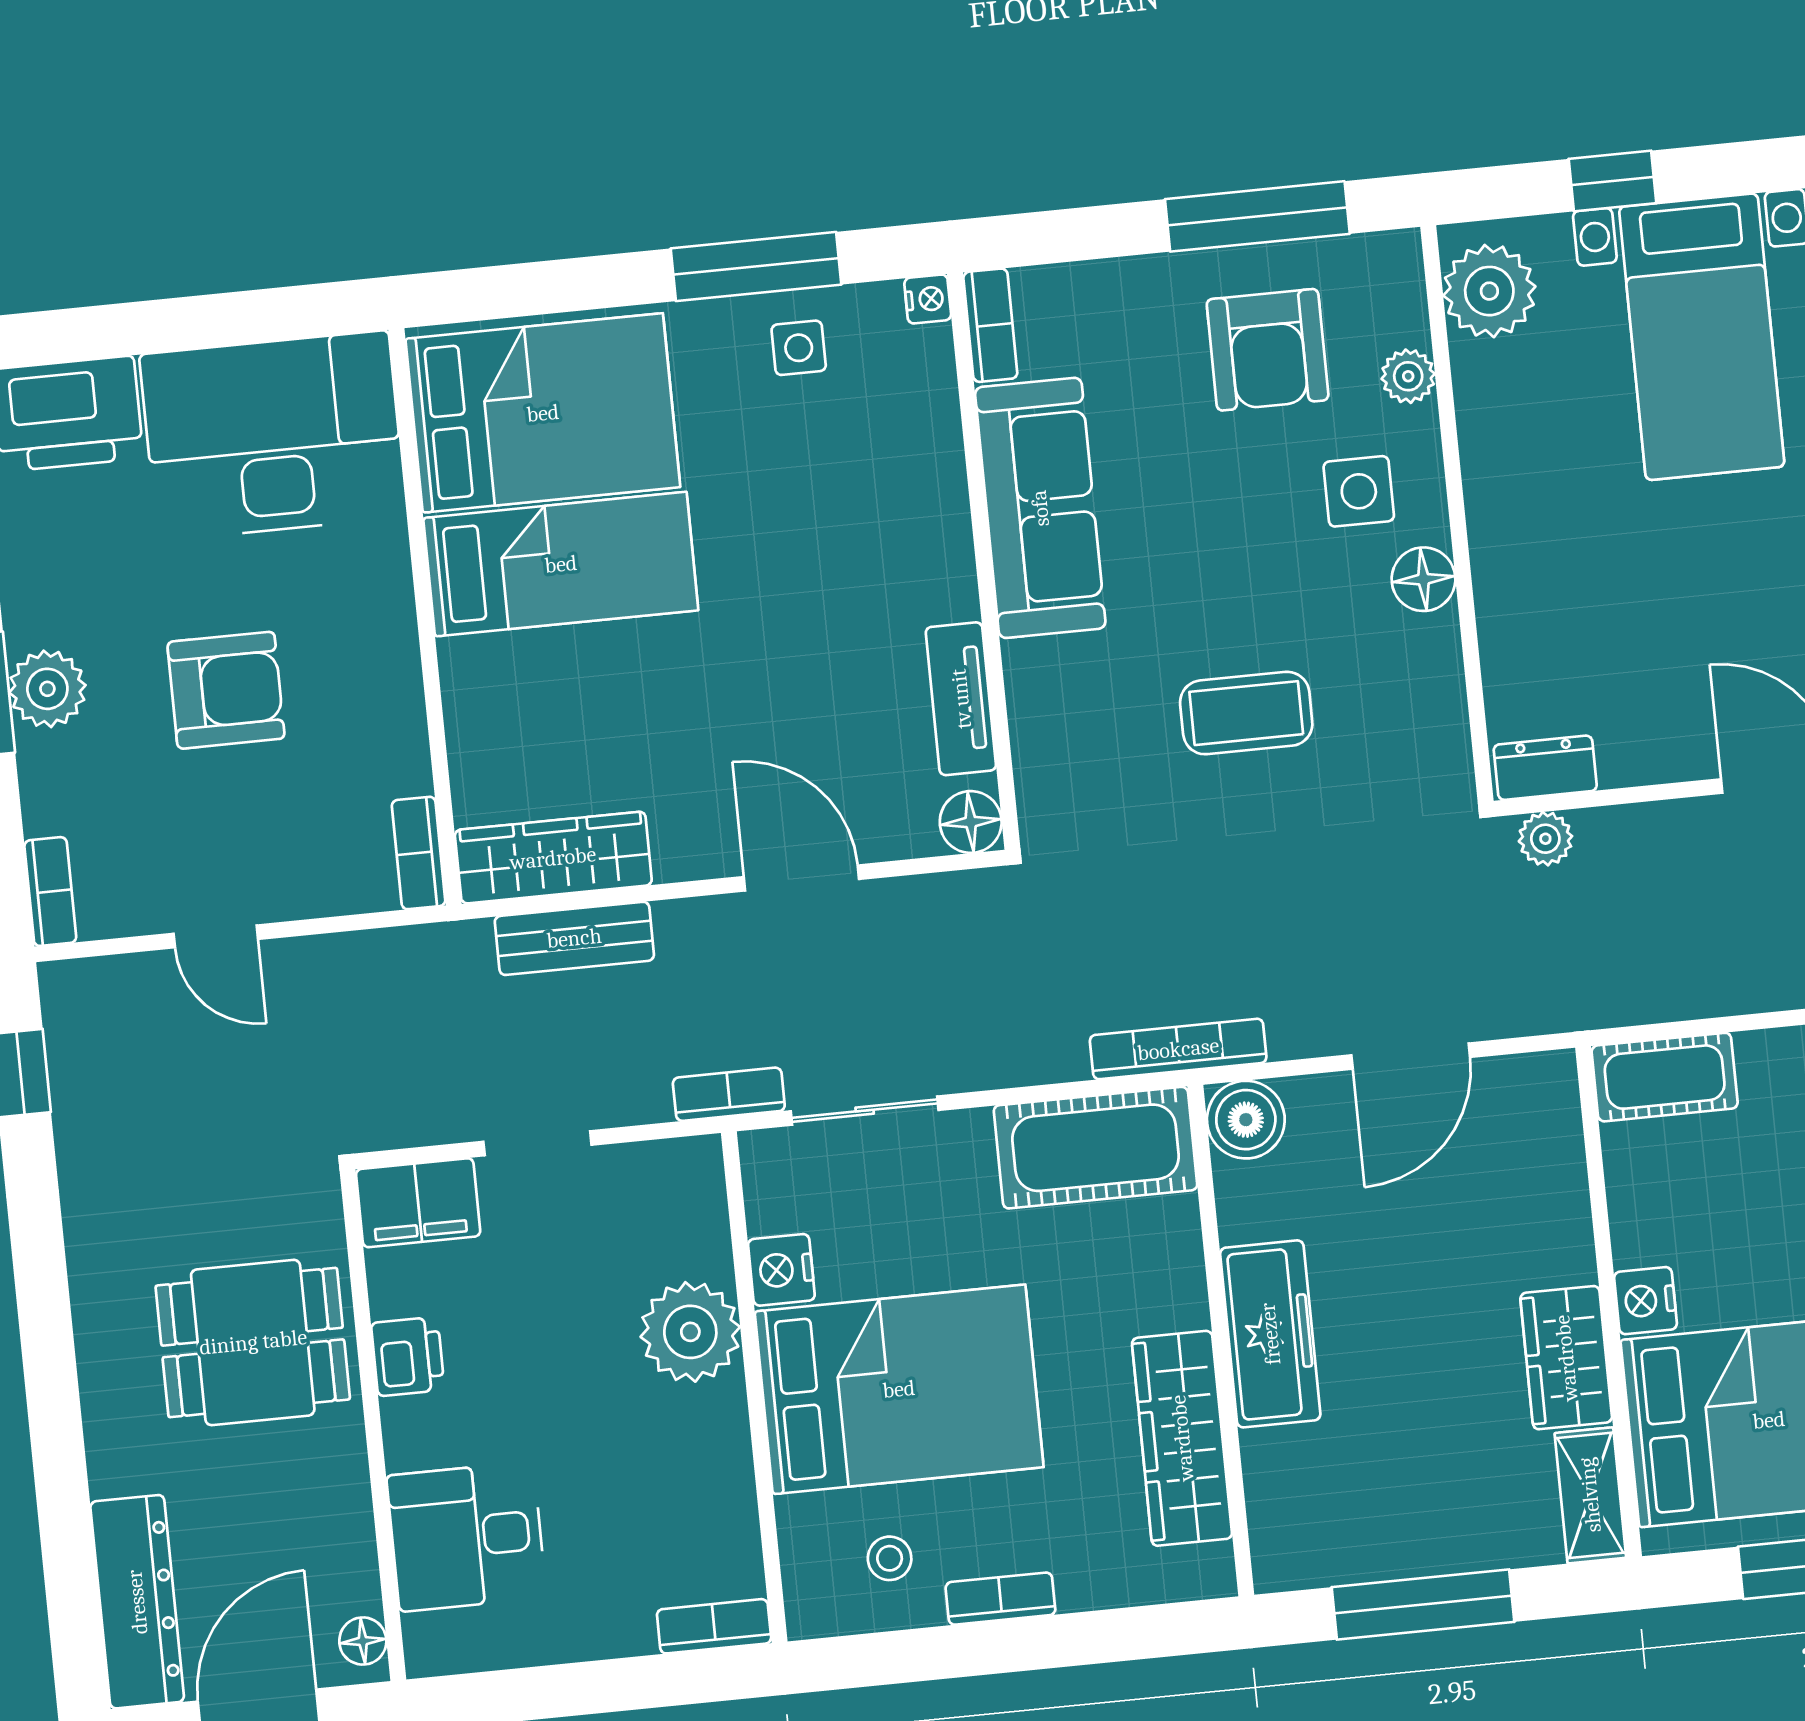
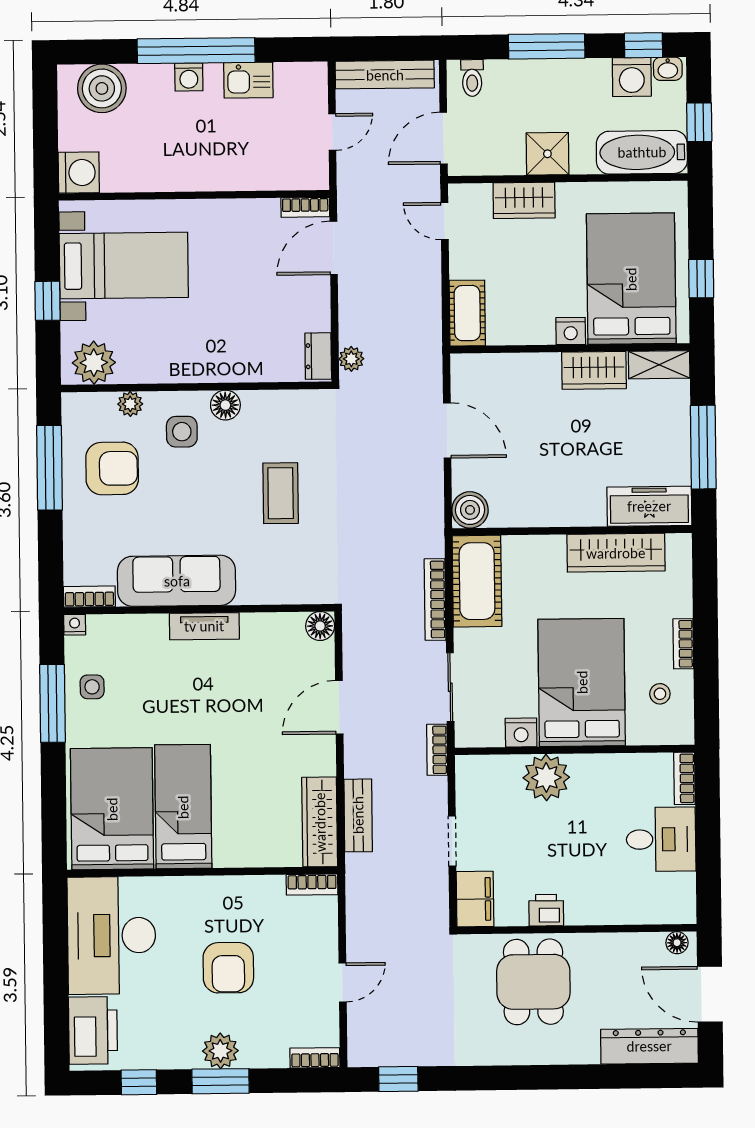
armchair: (226, 690) -> (228, 968), turned 180
tv unit: (961, 699) -> (204, 626), moved
bookcase: (1178, 1049) -> (435, 599), moved
freezer: (1270, 1334) -> (649, 506), moved
desk: (466, 1537) -> (661, 839), moved, turned -90

